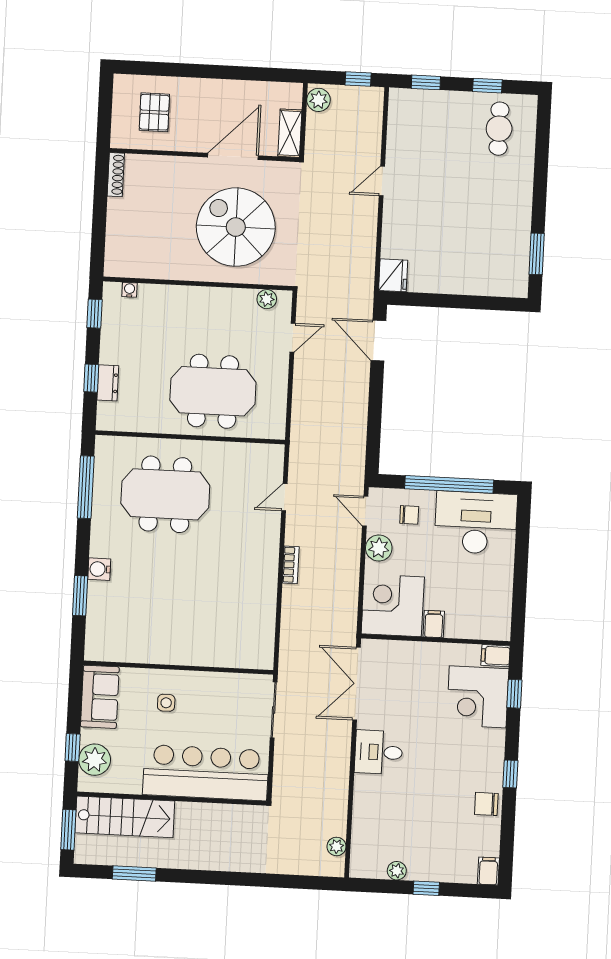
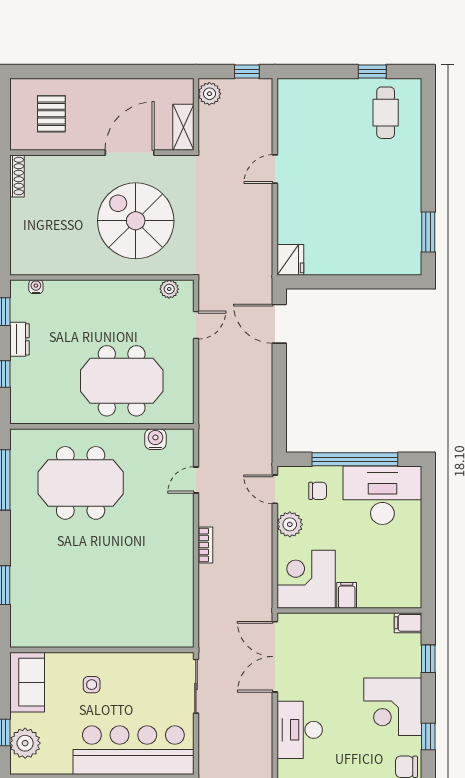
window: (426, 82) -> (313, 72), removed
dresser: (108, 383) -> (19, 339), moved
water cooler: (99, 569) -> (155, 439), moved, turned 90
corner desk: (478, 697) -> (393, 707), moved
desk: (379, 752) -> (300, 730), width x1.37

